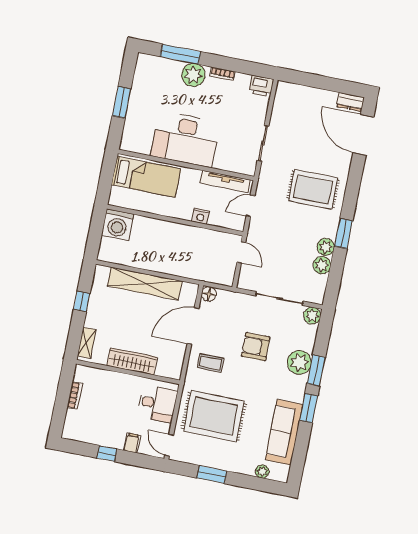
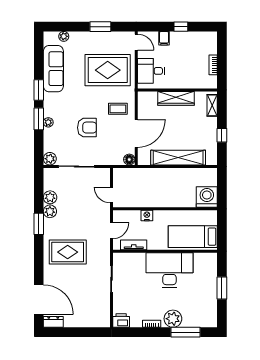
tv unit: (225, 182) -> (134, 245), width x0.71
plant: (299, 362) -> (48, 122), width x0.53, depth x0.53

